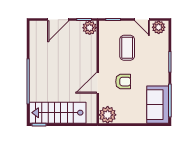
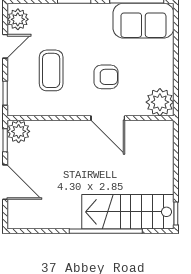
coffee table: (127, 48) -> (51, 70), turned 90
armchair: (123, 82) -> (106, 77), turned 90
stairs: (58, 113) -> (128, 212), moved, turned 90

